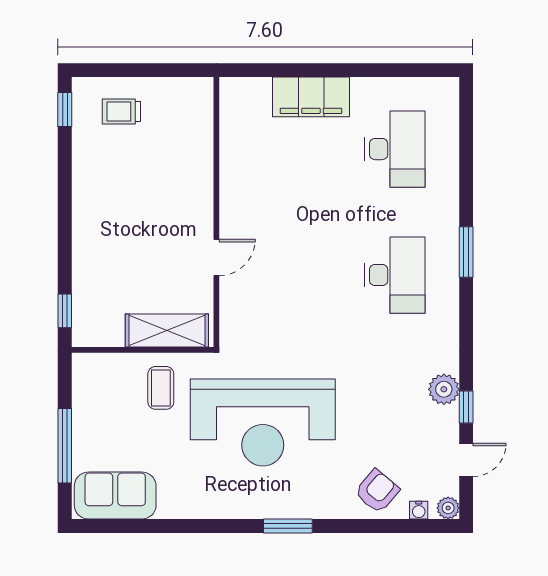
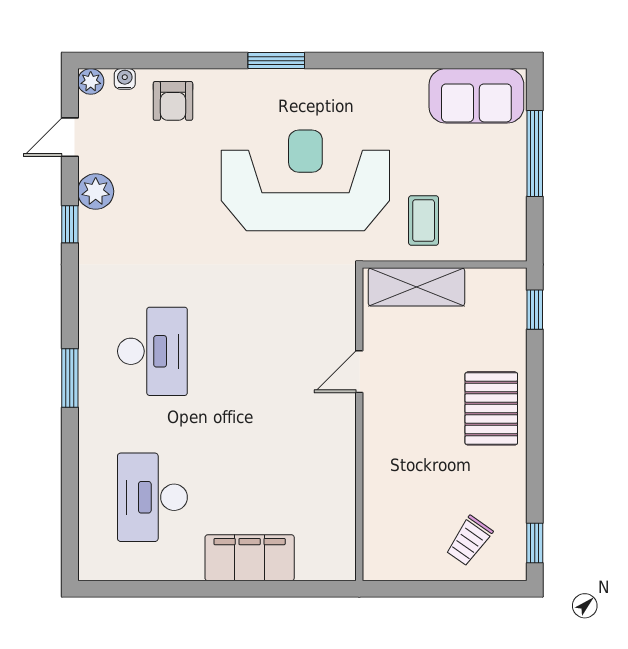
trolley: (121, 111) -> (469, 541), turned 125
pallet: (102, 226) -> (491, 408), added
desk: (395, 275) -> (152, 351), turned 180
plant: (444, 389) -> (96, 191), moved
window: (466, 407) -> (70, 224), moved
armchair: (377, 491) -> (173, 101), turned -40

